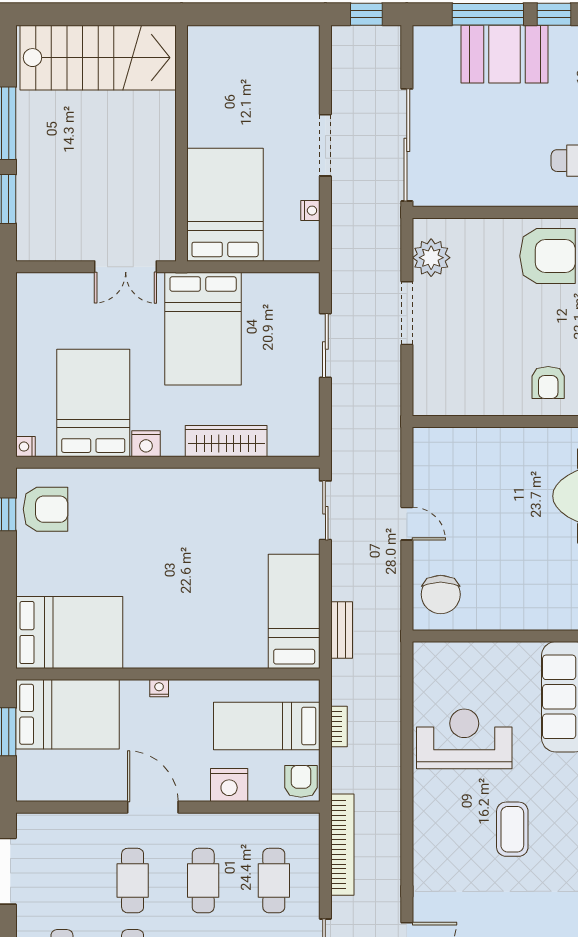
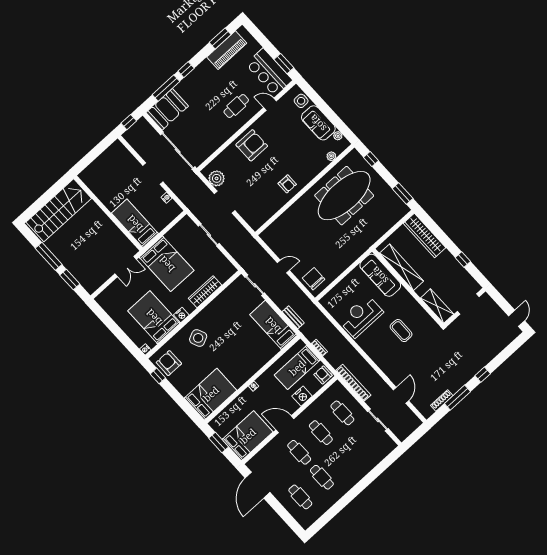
booth: (505, 54) -> (167, 109), moved
bed: (225, 205) -> (135, 223), width x0.67
armchair: (45, 509) -> (169, 363), turned -90
side table: (139, 512) -> (198, 338), added
chair: (441, 594) -> (314, 279), turned 180
bed: (67, 714) -> (248, 436), moved

